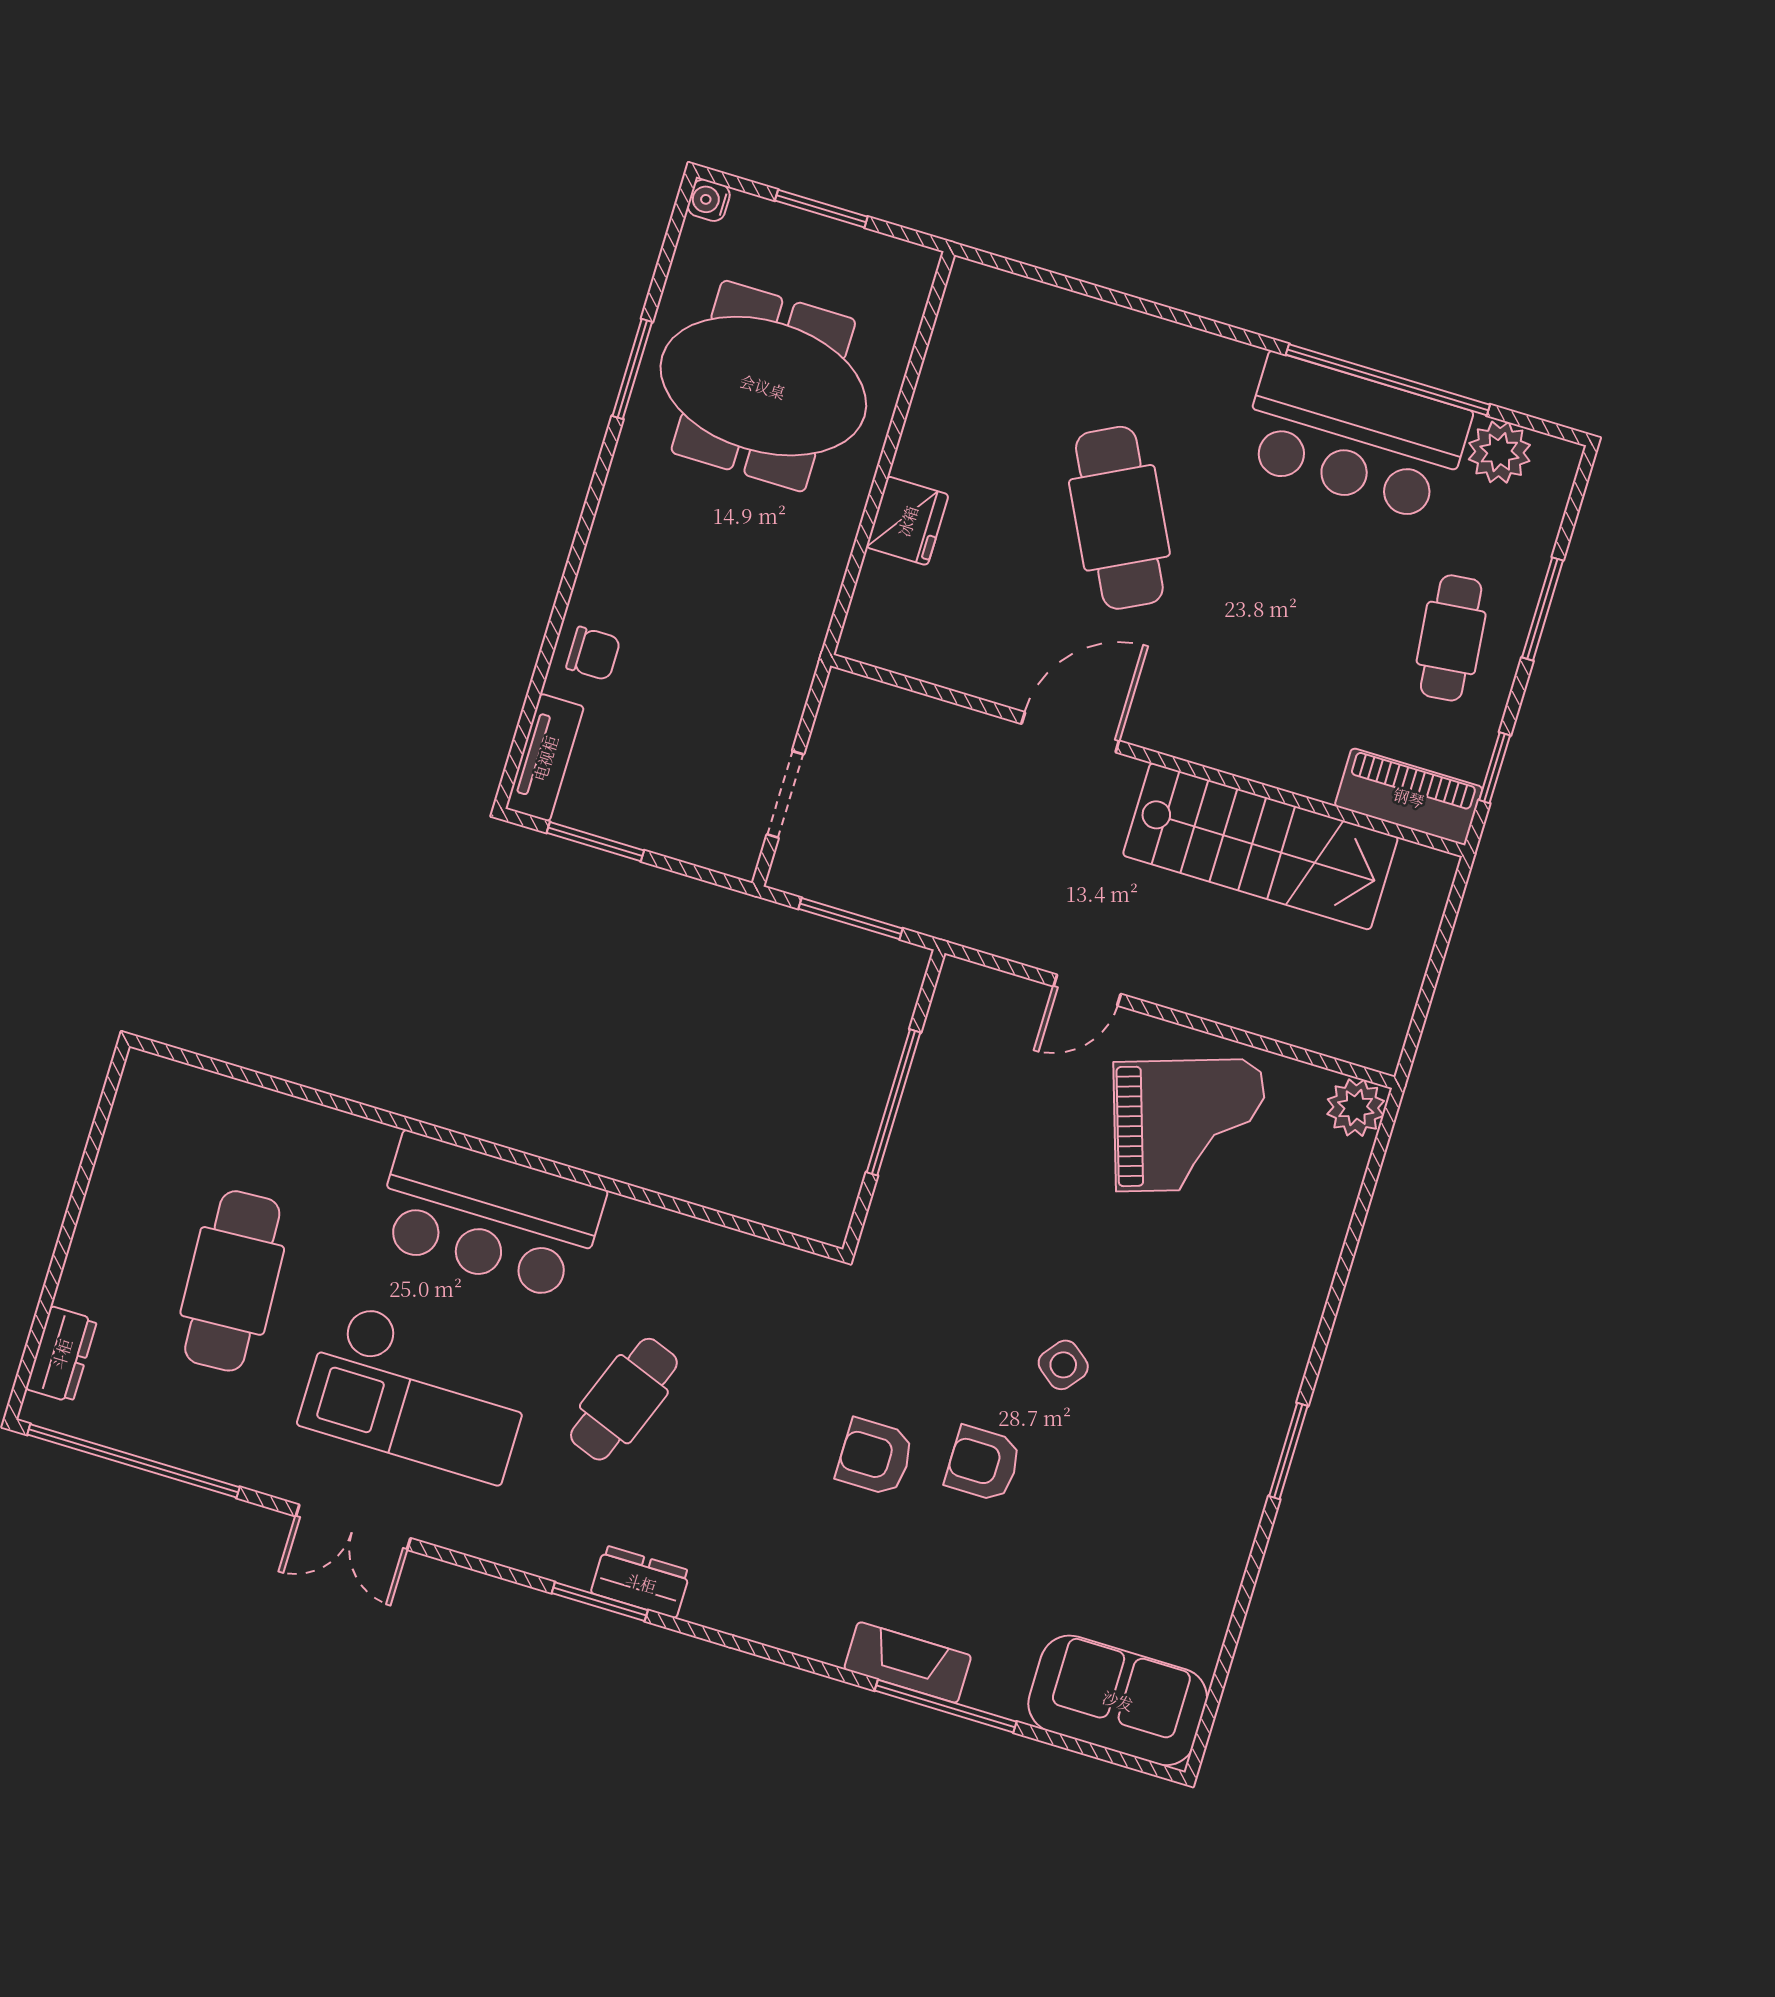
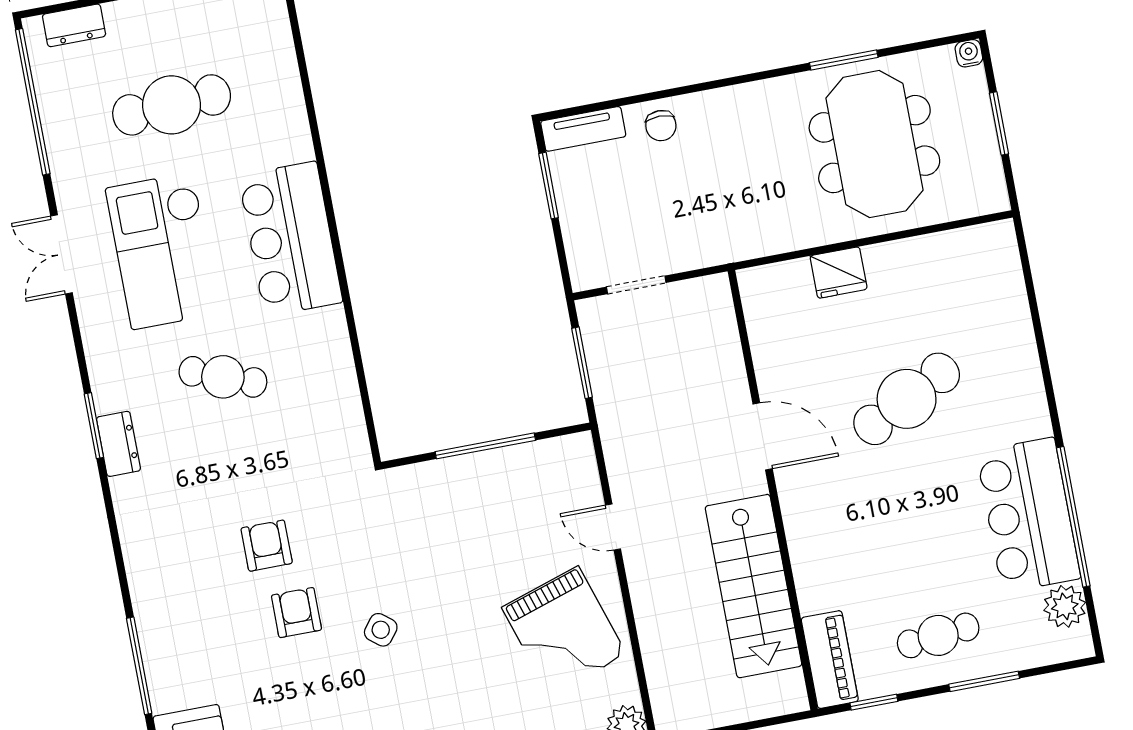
fireplace: (908, 1662) -> (154, 629), removed

